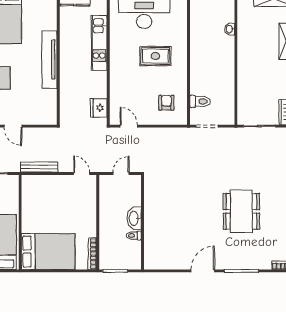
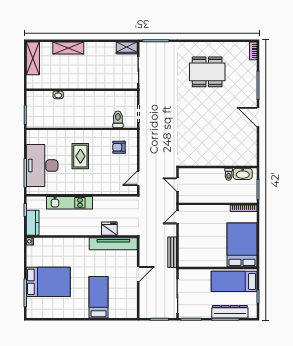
tv unit: (50, 59) -> (113, 244), moved
fridge: (99, 108) -> (109, 229), moved, turned 180
dining table: (241, 211) -> (207, 72), moved
washbasin: (134, 218) -> (243, 174), moved

